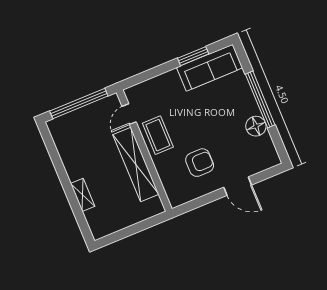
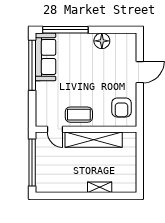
window: (193, 56) -> (32, 65), width x2.11
window: (260, 100) -> (65, 30), moved
armchair: (200, 163) -> (121, 107), moved, turned 180

